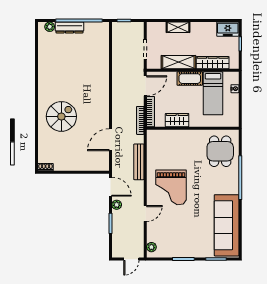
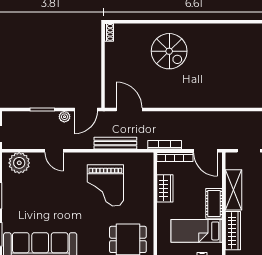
door: (111, 140) -> (129, 110), moved
grand piano: (171, 187) -> (105, 185), moved, turned -90
plant: (151, 247) -> (19, 163), width x1.88, depth x1.88

